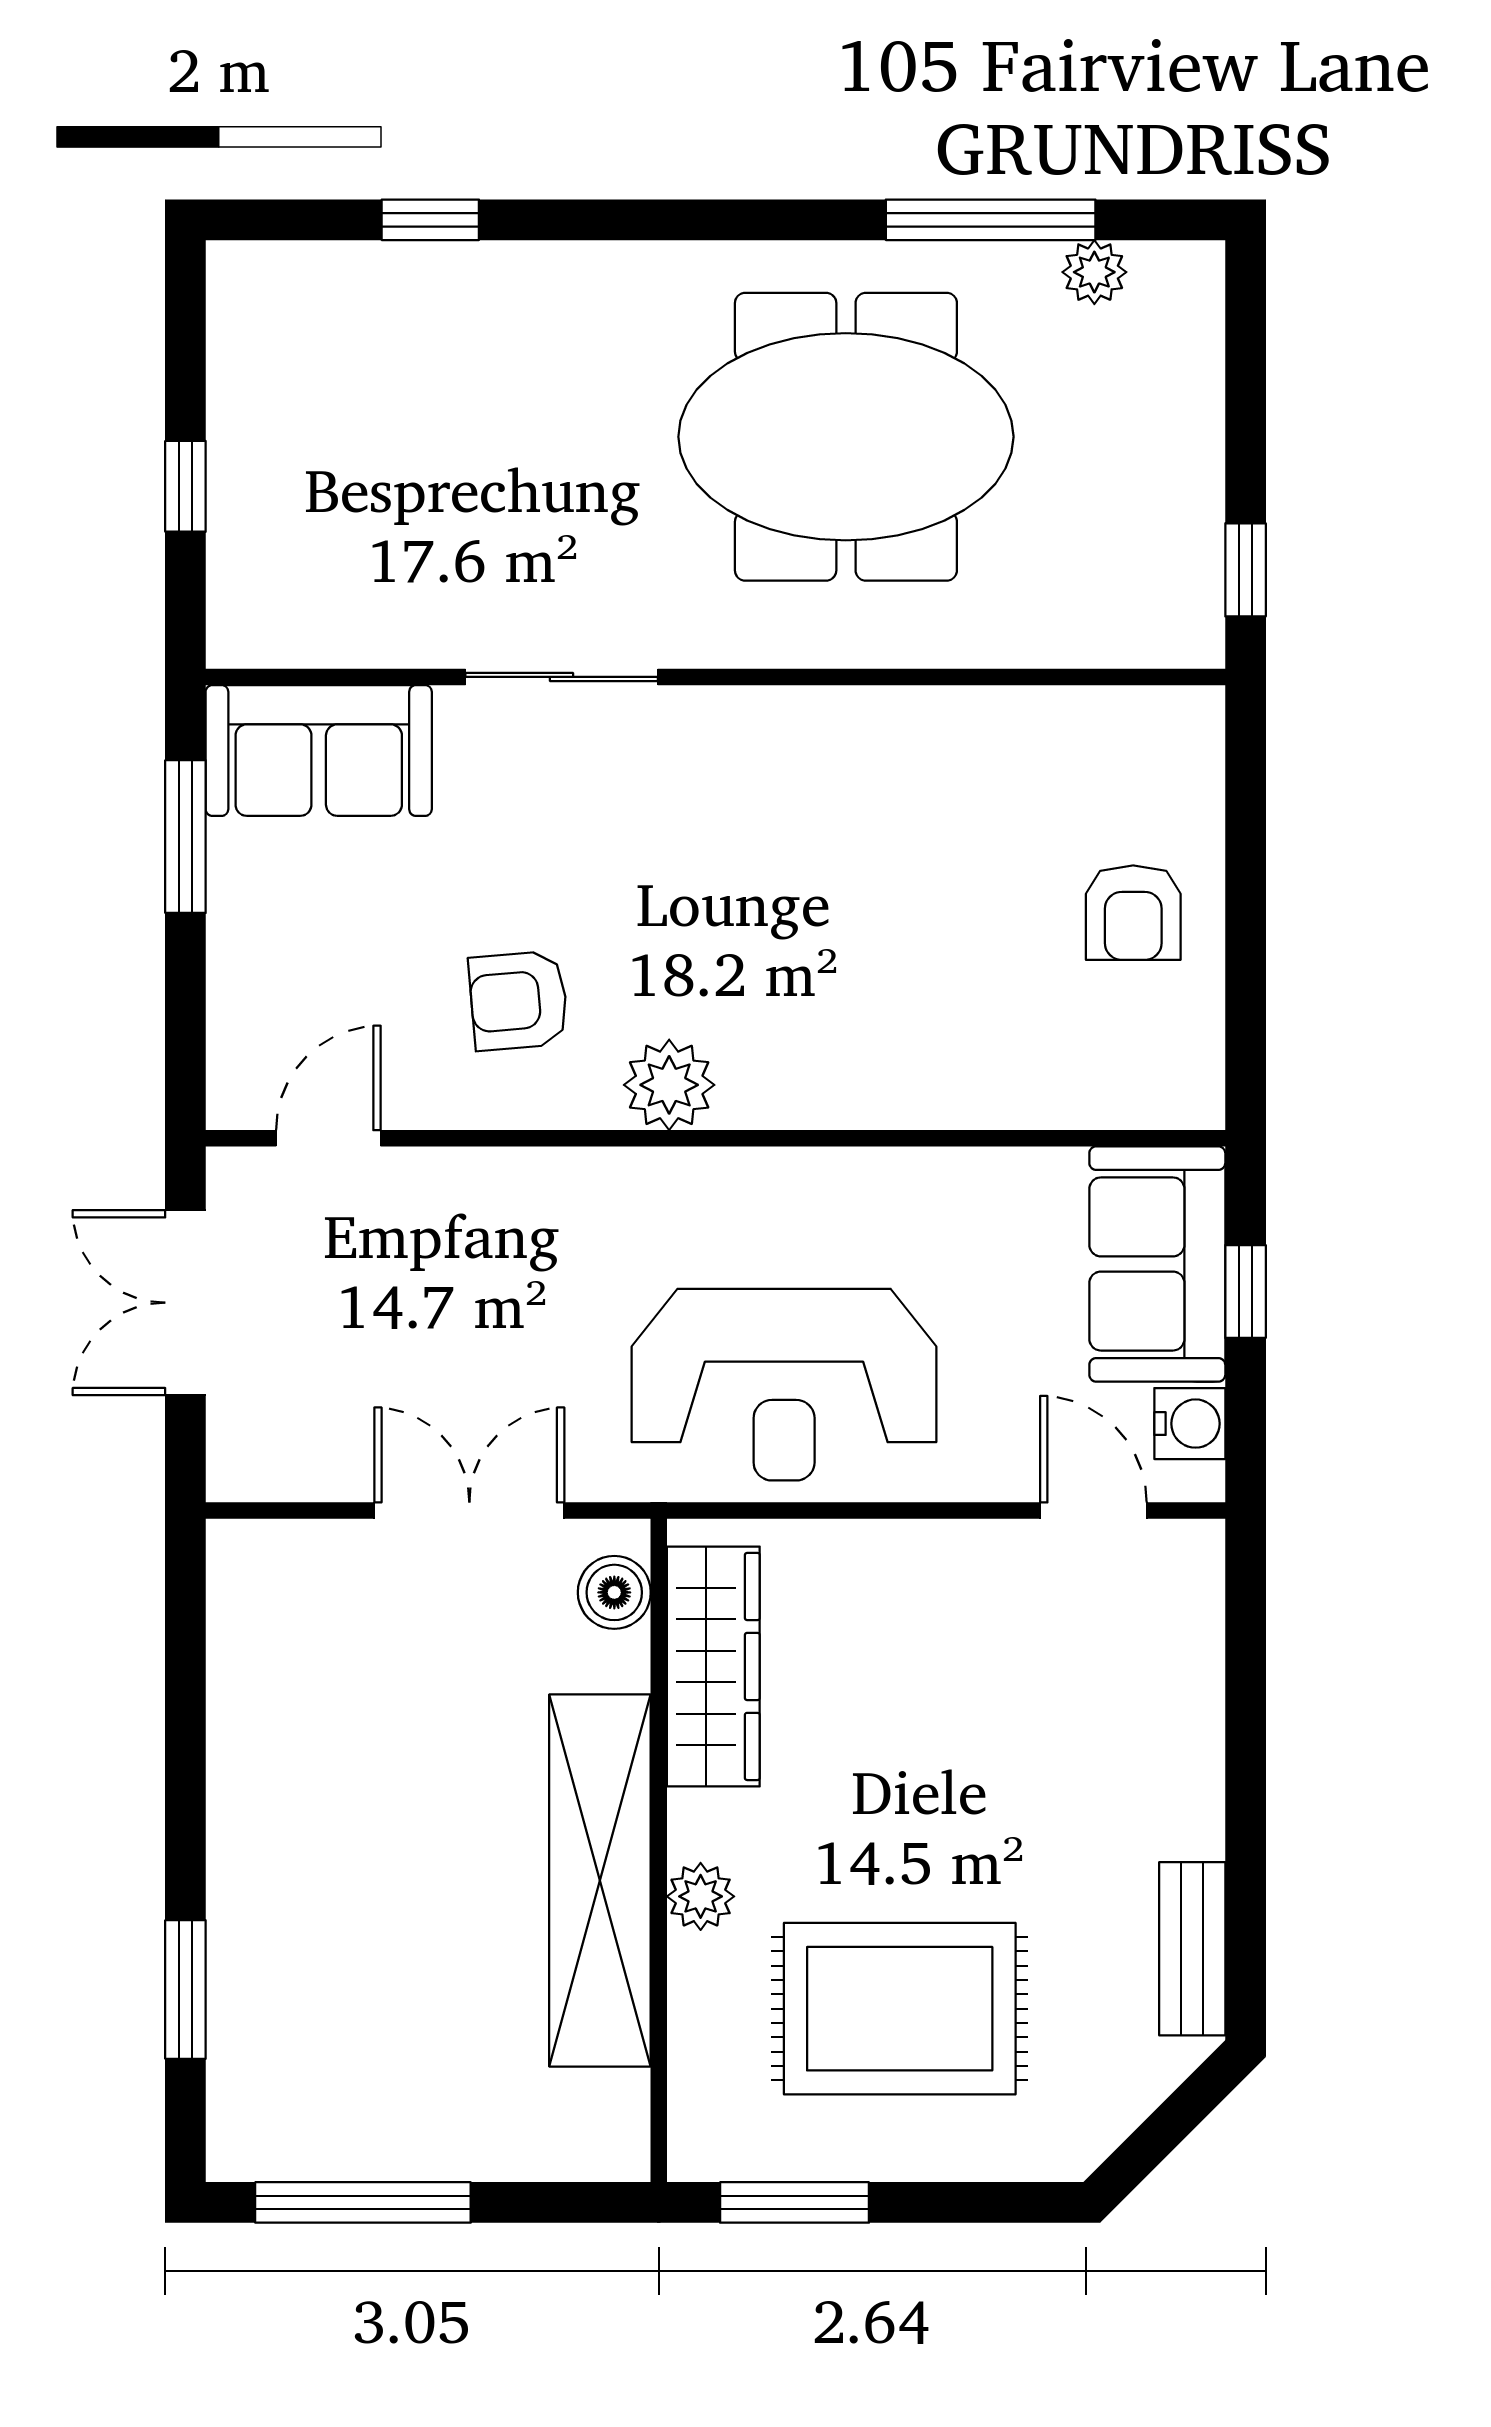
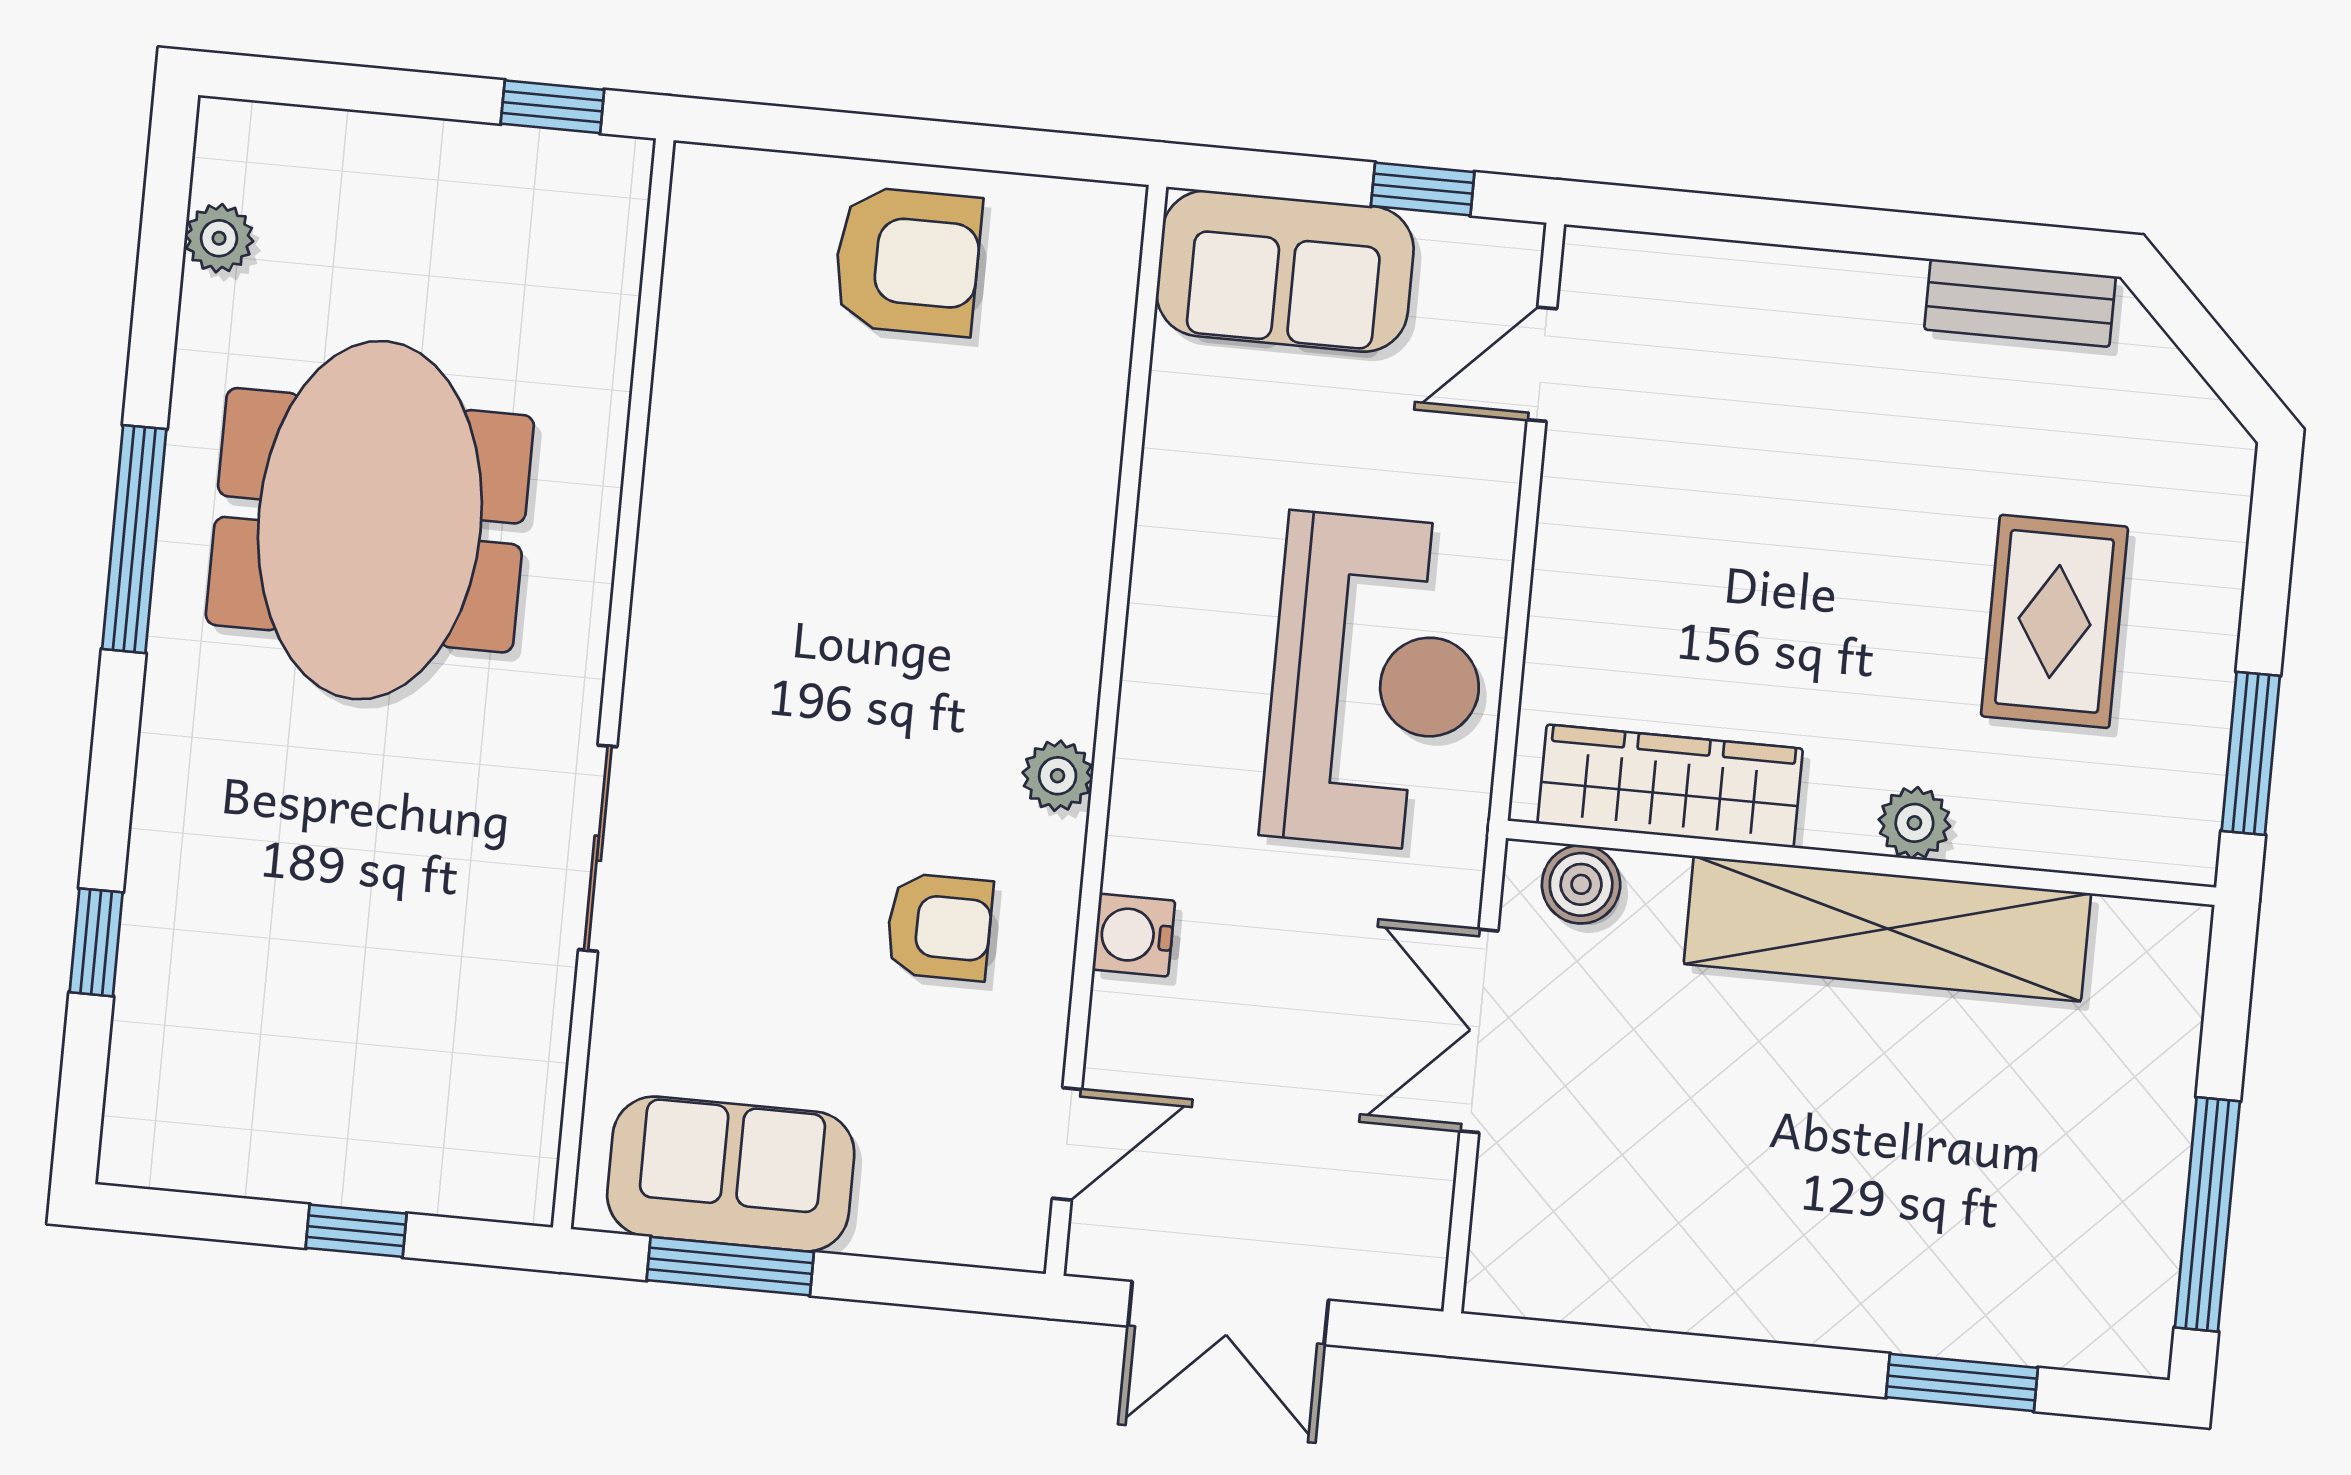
window: (991, 220) -> (134, 539), moved
sofa: (319, 750) -> (731, 1174), moved, turned -90
armchair: (1133, 913) -> (907, 261), width x1.38, depth x1.38
armchair: (519, 1001) -> (939, 927), turned -85
plant: (669, 1085) -> (1058, 776), width x0.73, depth x0.73
door: (328, 1138) -> (1067, 1144), swing flipped
window: (1246, 1292) -> (1423, 189), moved
water cooler: (1190, 1424) -> (1134, 935), moved, turned -90
rug: (900, 2009) -> (2054, 621), width x0.73, depth x0.70

